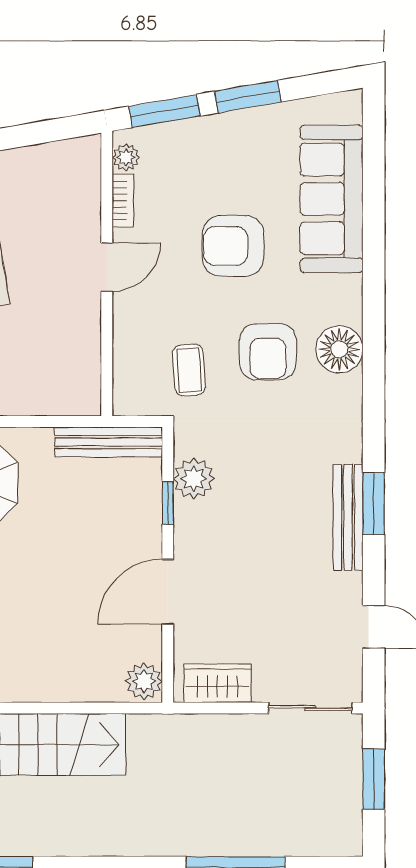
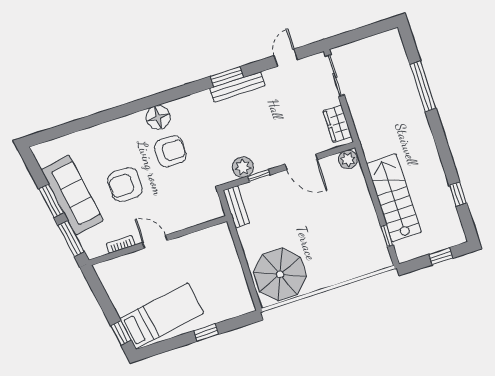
plant: (126, 157) -> (99, 250), removed
sofa: (332, 199) -> (72, 195), moved, turned -100
armchair: (233, 246) -> (125, 184), turned 90
coffee table: (189, 370) -> (192, 186), removed
bench: (108, 442) -> (236, 207), width x0.73
window: (374, 779) -> (359, 34), removed

